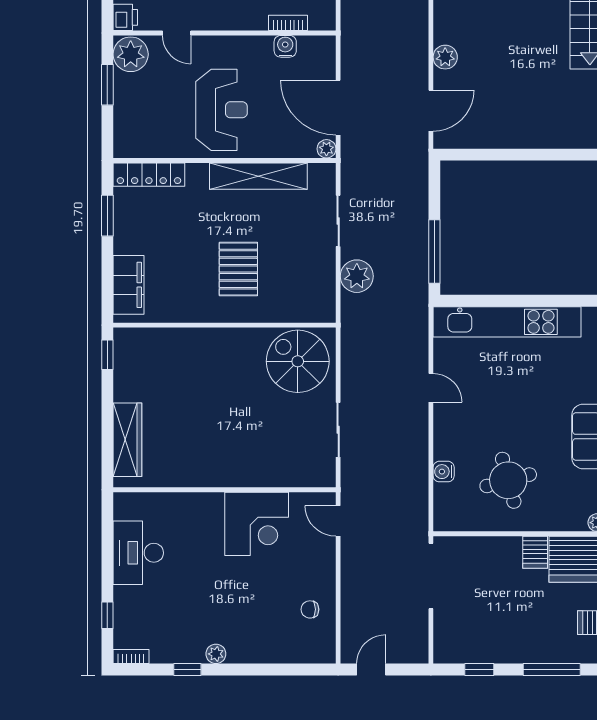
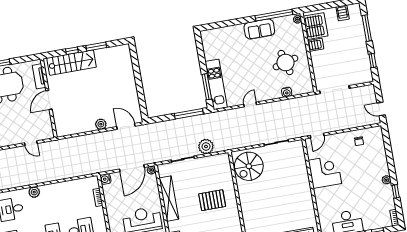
water cooler: (285, 46) -> (105, 179), moved
window: (486, 301) -> (207, 87), added
kitchen unit: (507, 322) -> (216, 84), width x0.73

